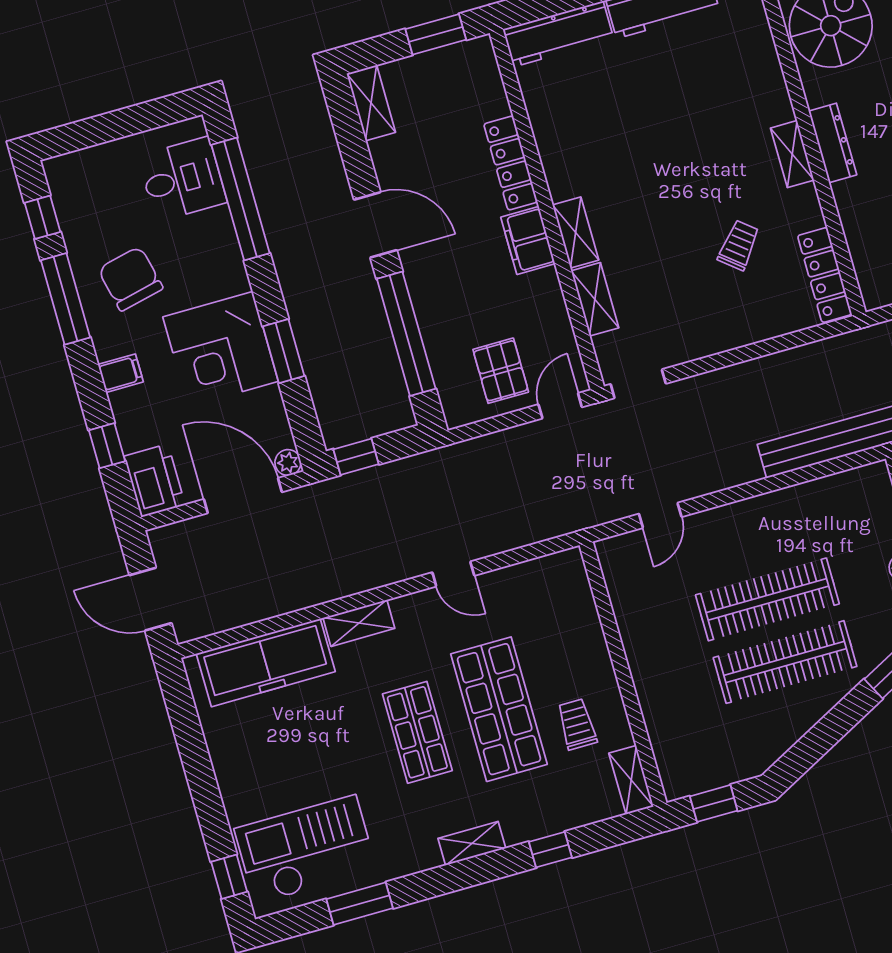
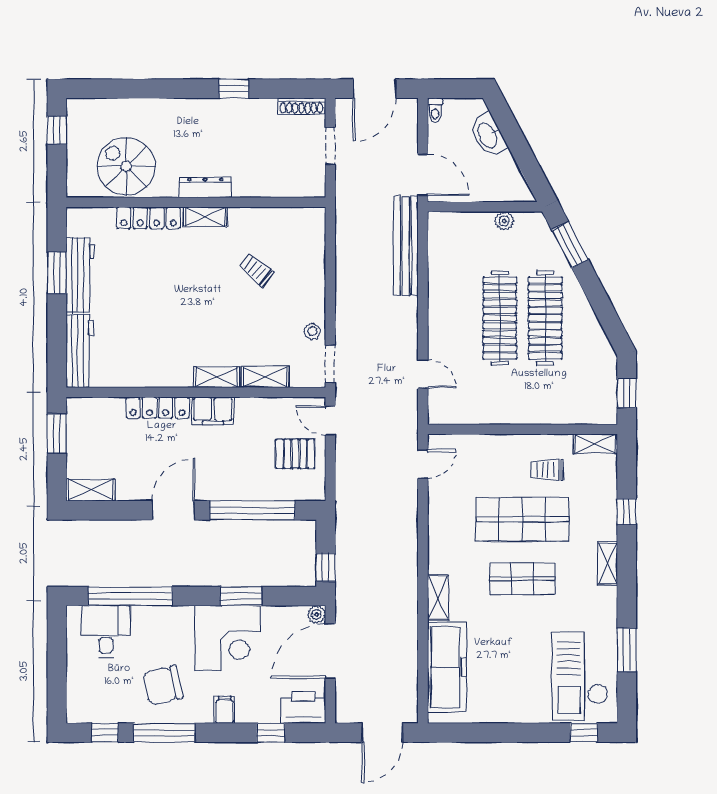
locker: (825, 275) -> (149, 218), moved
stool: (676, 346) -> (312, 331), added
door: (453, 574) -> (423, 464), moved

